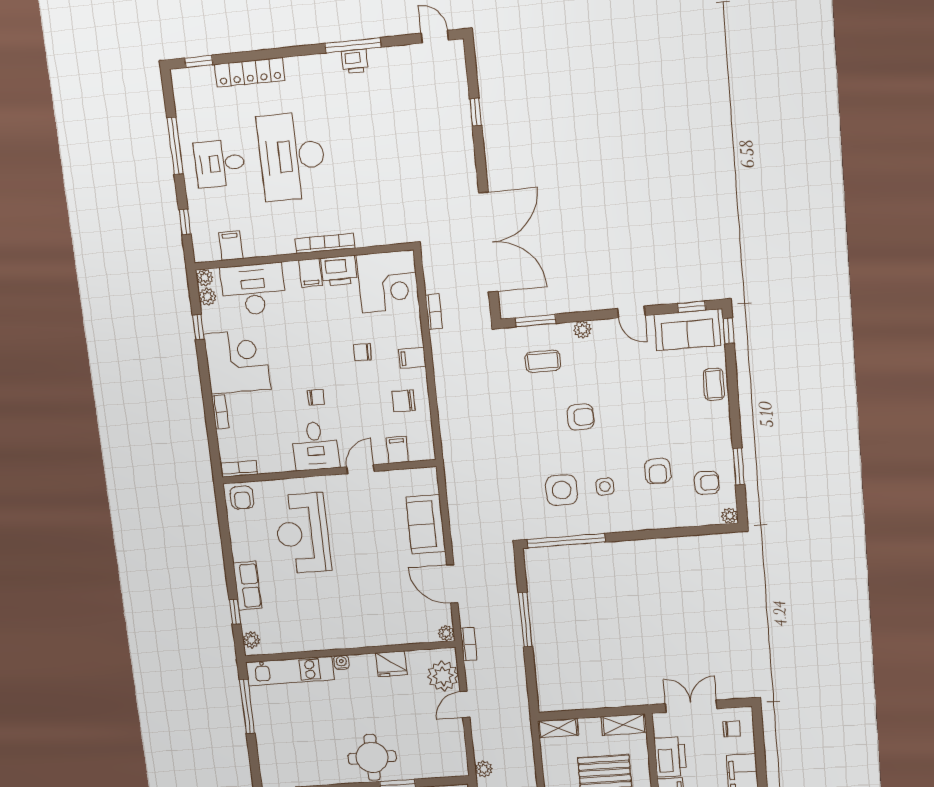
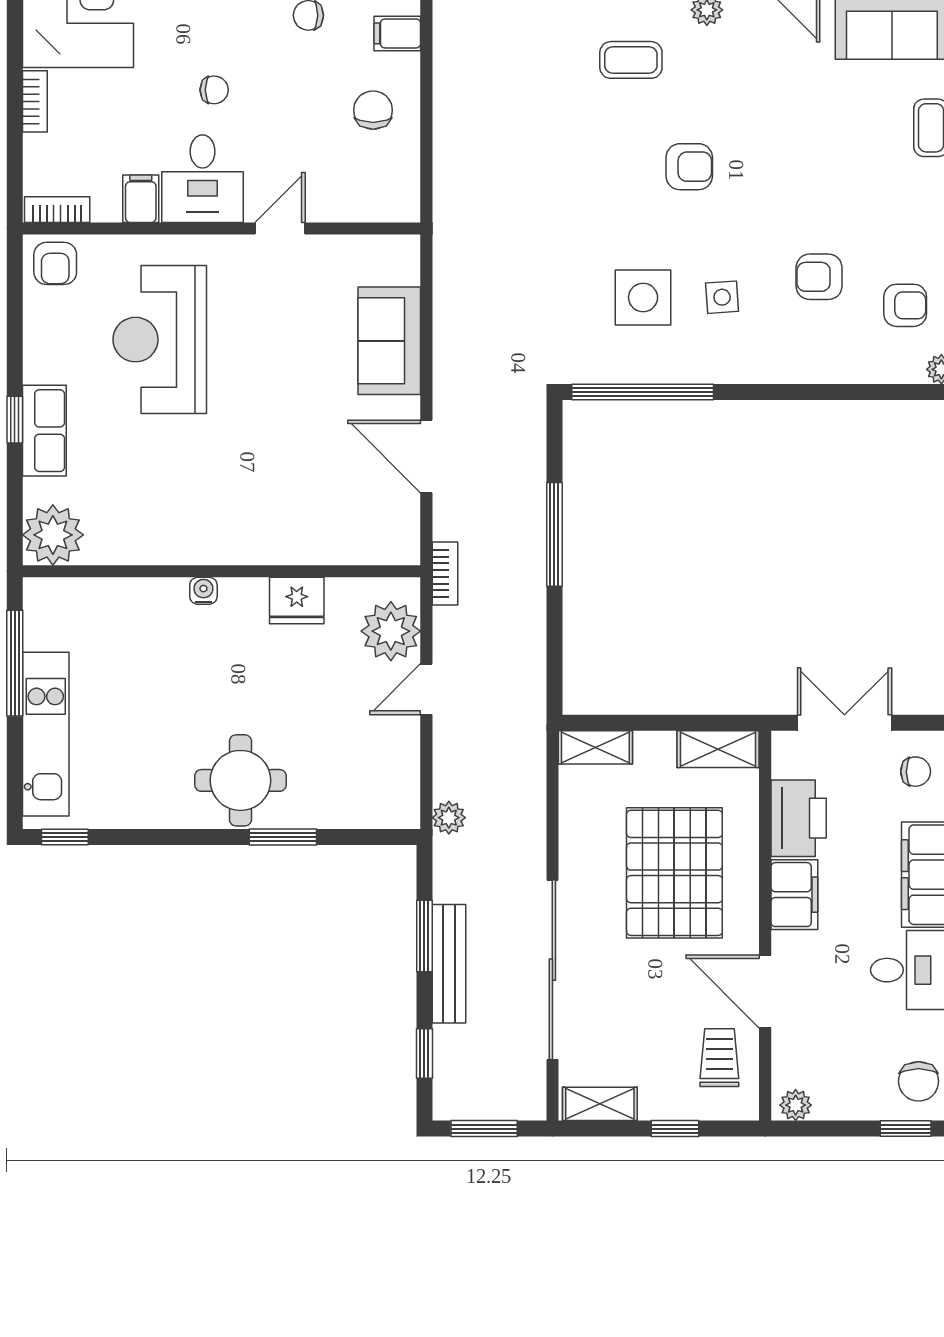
chair: (404, 401) -> (373, 110), turned 90
filing cabinet: (397, 450) -> (141, 199), moved
armchair: (658, 471) -> (819, 277), turned 90
window: (235, 612) -> (15, 420), moved
plant: (446, 633) -> (405, 549), removed
plant: (251, 640) -> (53, 535), width x1.88, depth x1.88
kitchen unit: (290, 671) -> (46, 734), moved, turned -90

